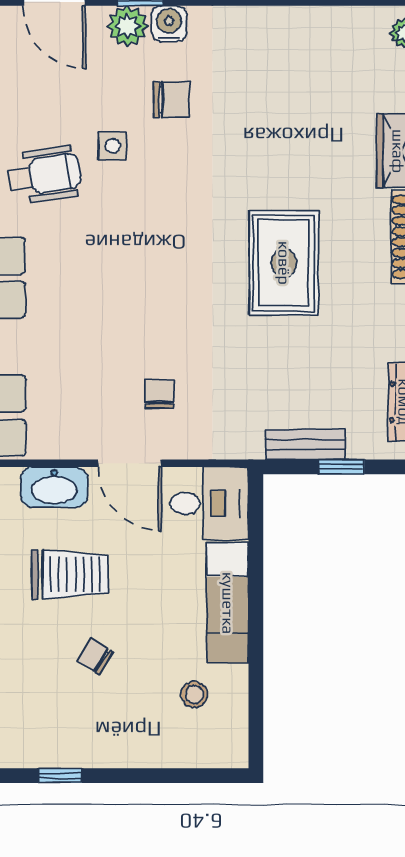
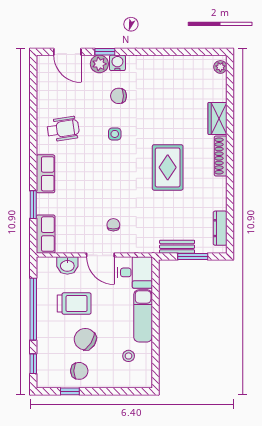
chair: (172, 99) -> (119, 96), turned 180
side table: (113, 146) -> (115, 134), moved
window: (341, 467) -> (193, 257), width x1.50
washbasin: (54, 487) -> (67, 265), width x0.72
chair: (95, 656) -> (85, 339), width x1.87, depth x1.87
chair: (81, 729) -> (79, 371), added

